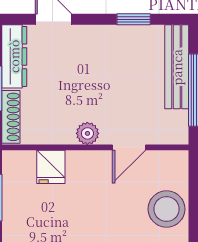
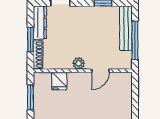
stool: (167, 209) -> (120, 103), removed

